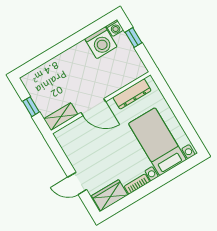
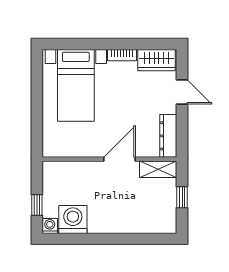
dresser: (132, 94) -> (168, 136), moved, turned -90
door: (93, 107) -> (120, 159), hinge flipped

